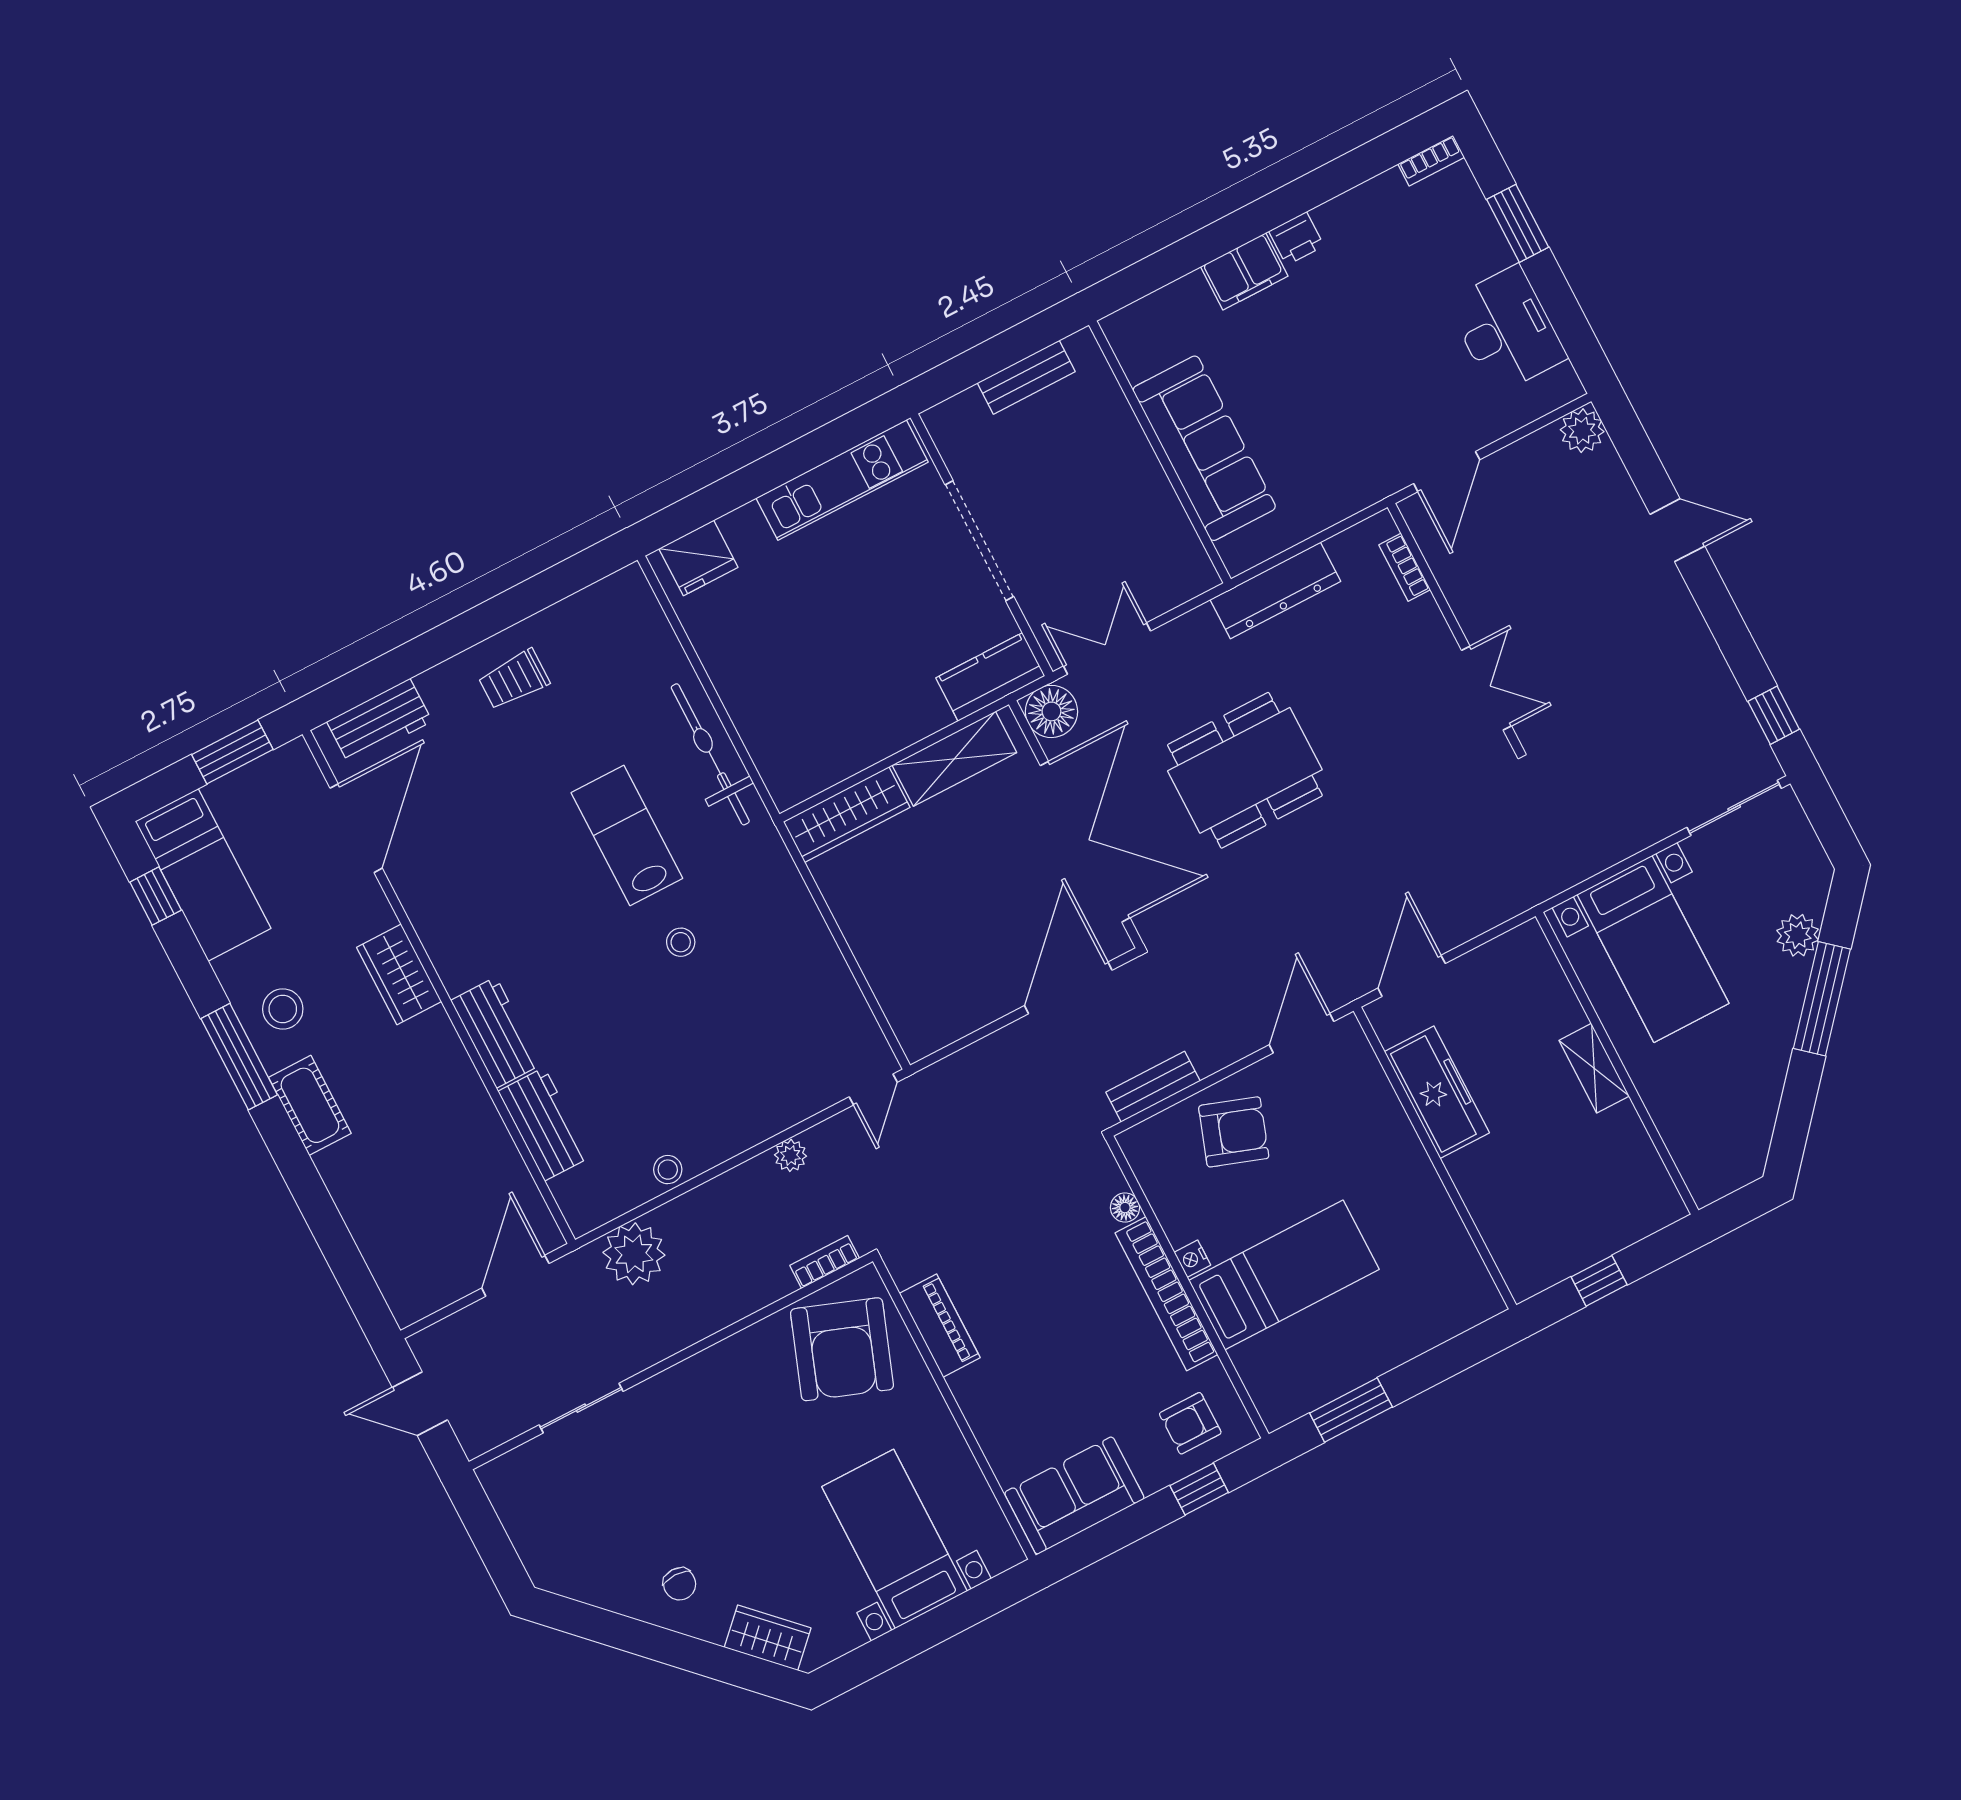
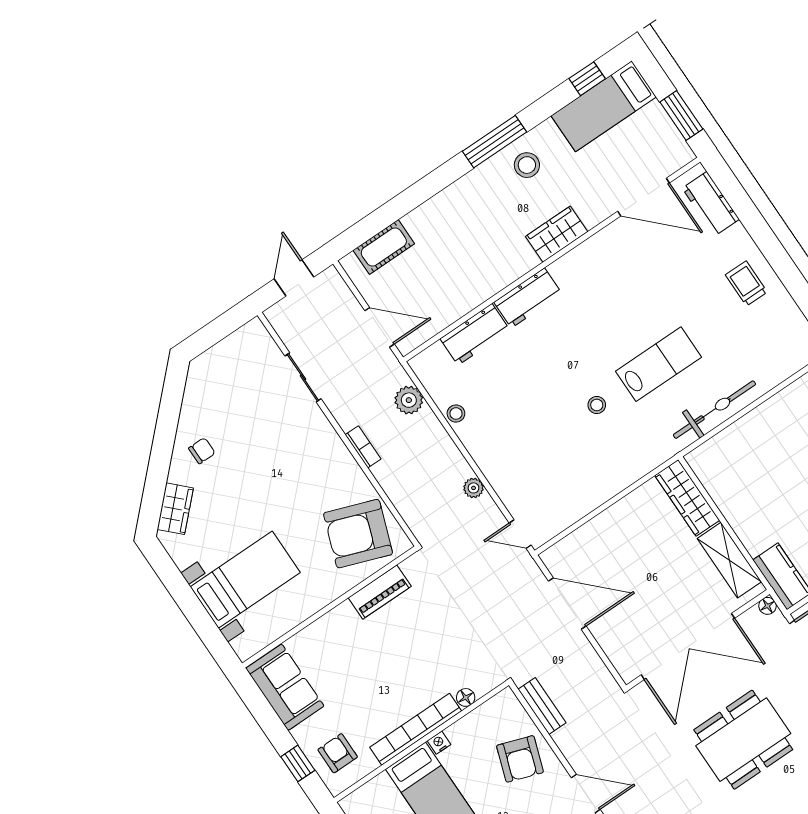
floor lamp: (1051, 711) -> (768, 606), width x0.53, depth x0.53
dining table: (1245, 770) -> (743, 740), turned 90
door: (1068, 988) -> (567, 604), moved
cot: (310, 1105) -> (384, 247), moved
plant: (634, 1254) -> (409, 400), width x0.73, depth x0.73
bookcase: (825, 1262) -> (363, 447), moved
chair: (680, 1584) -> (202, 451), turned 180

